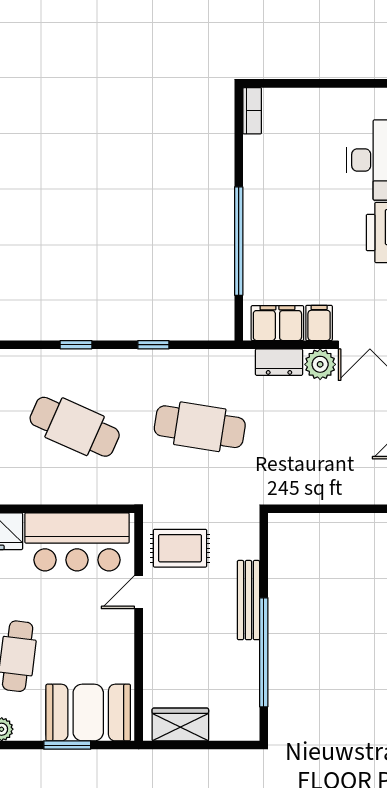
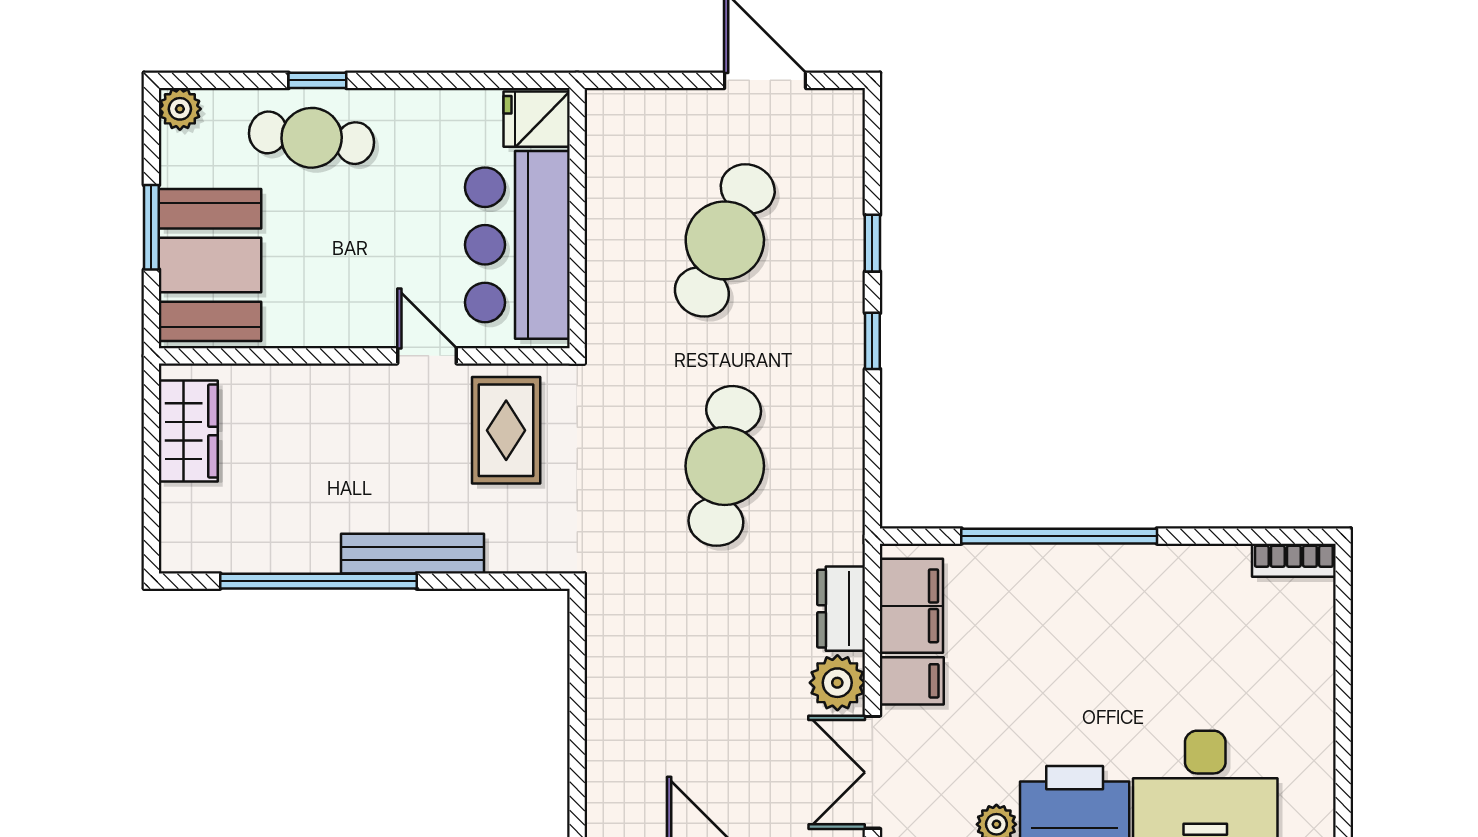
window: (153, 345) -> (872, 341), moved

